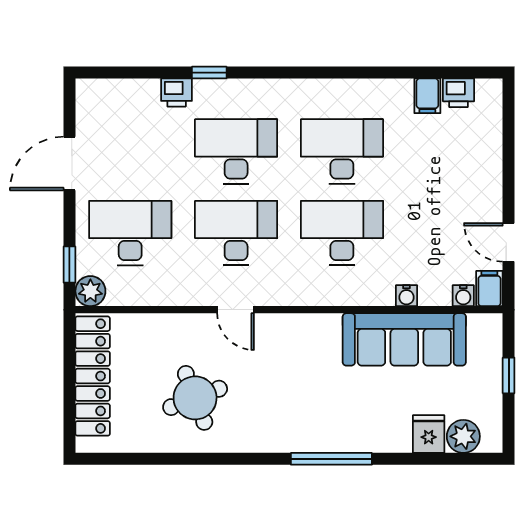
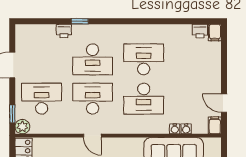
filing cabinet: (427, 96) -> (215, 32), moved
desk: (236, 152) -> (93, 59), turned 180
desk: (342, 233) -> (144, 99), turned 180
water cooler: (463, 296) -> (186, 129), moved

